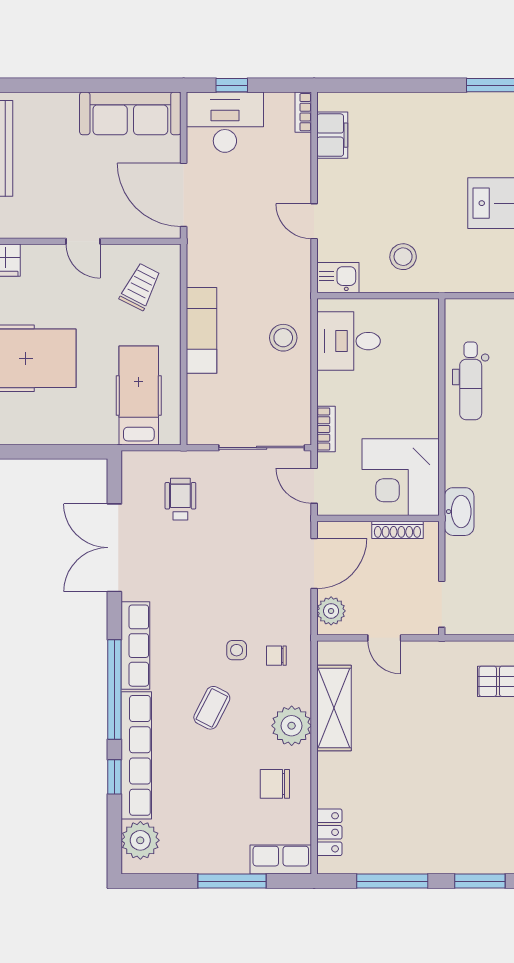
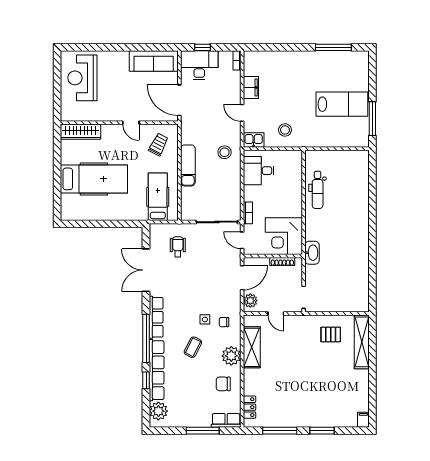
filing cabinet: (332, 135) -> (251, 87), moved
stool: (283, 338) -> (225, 152), moved

